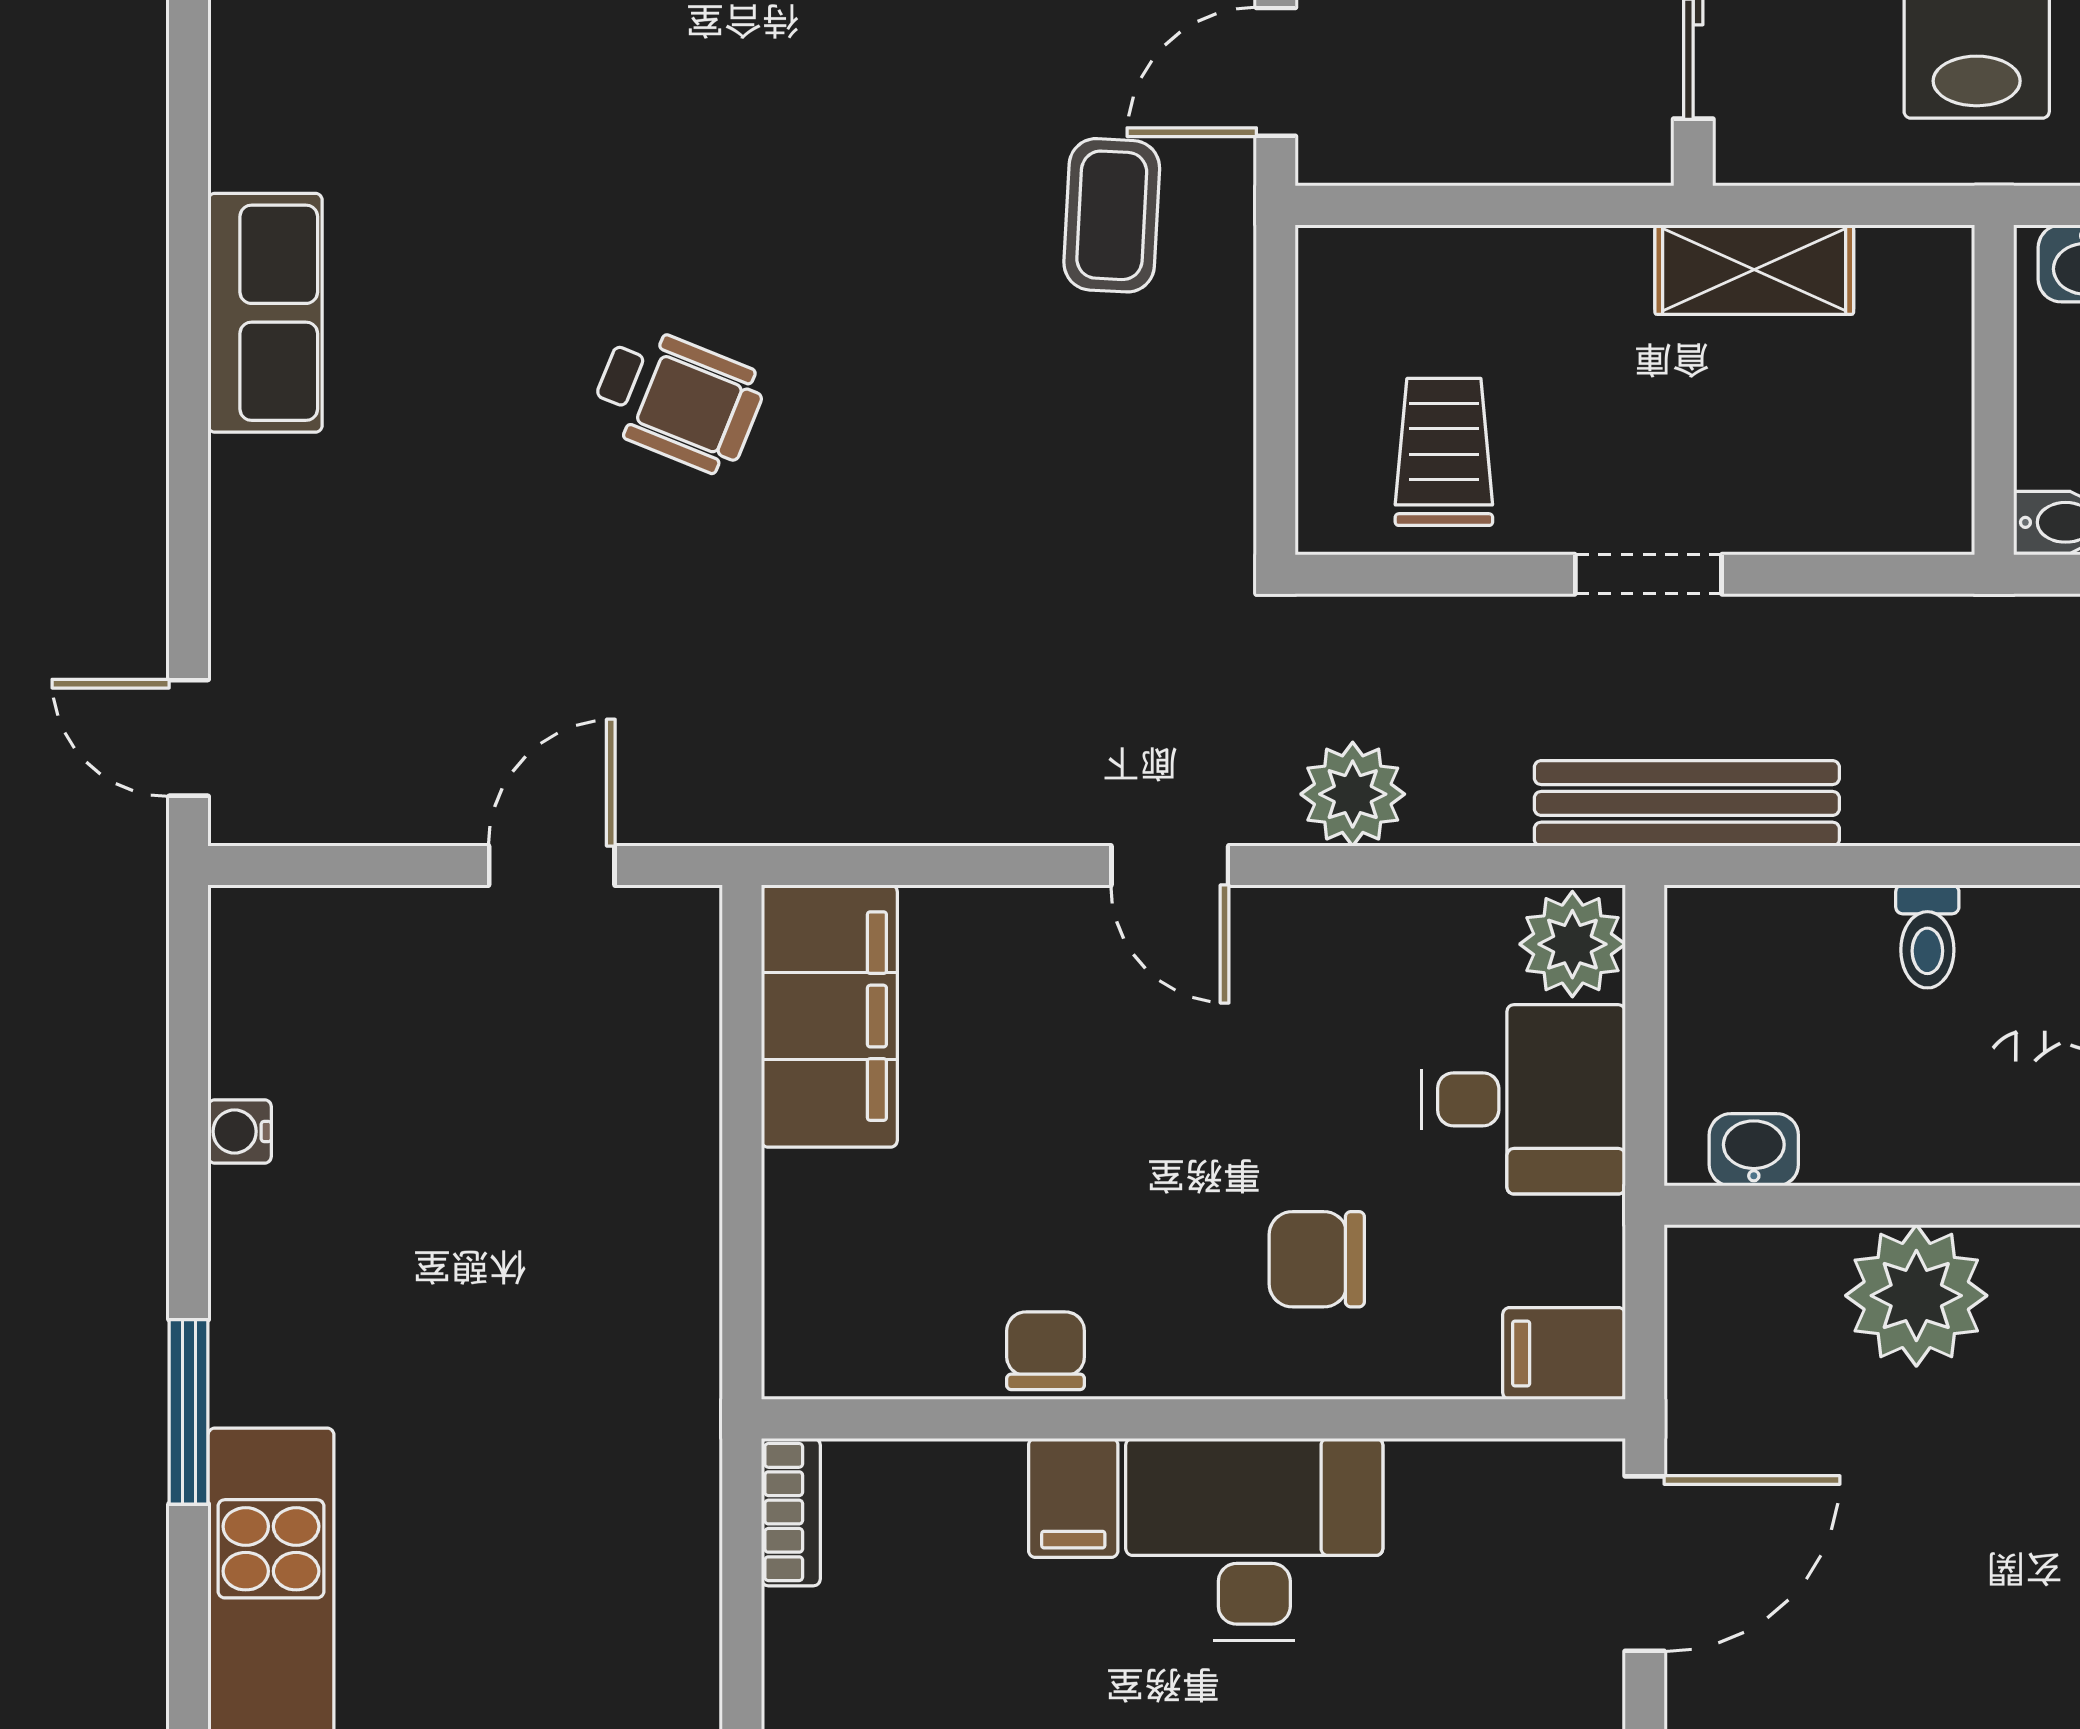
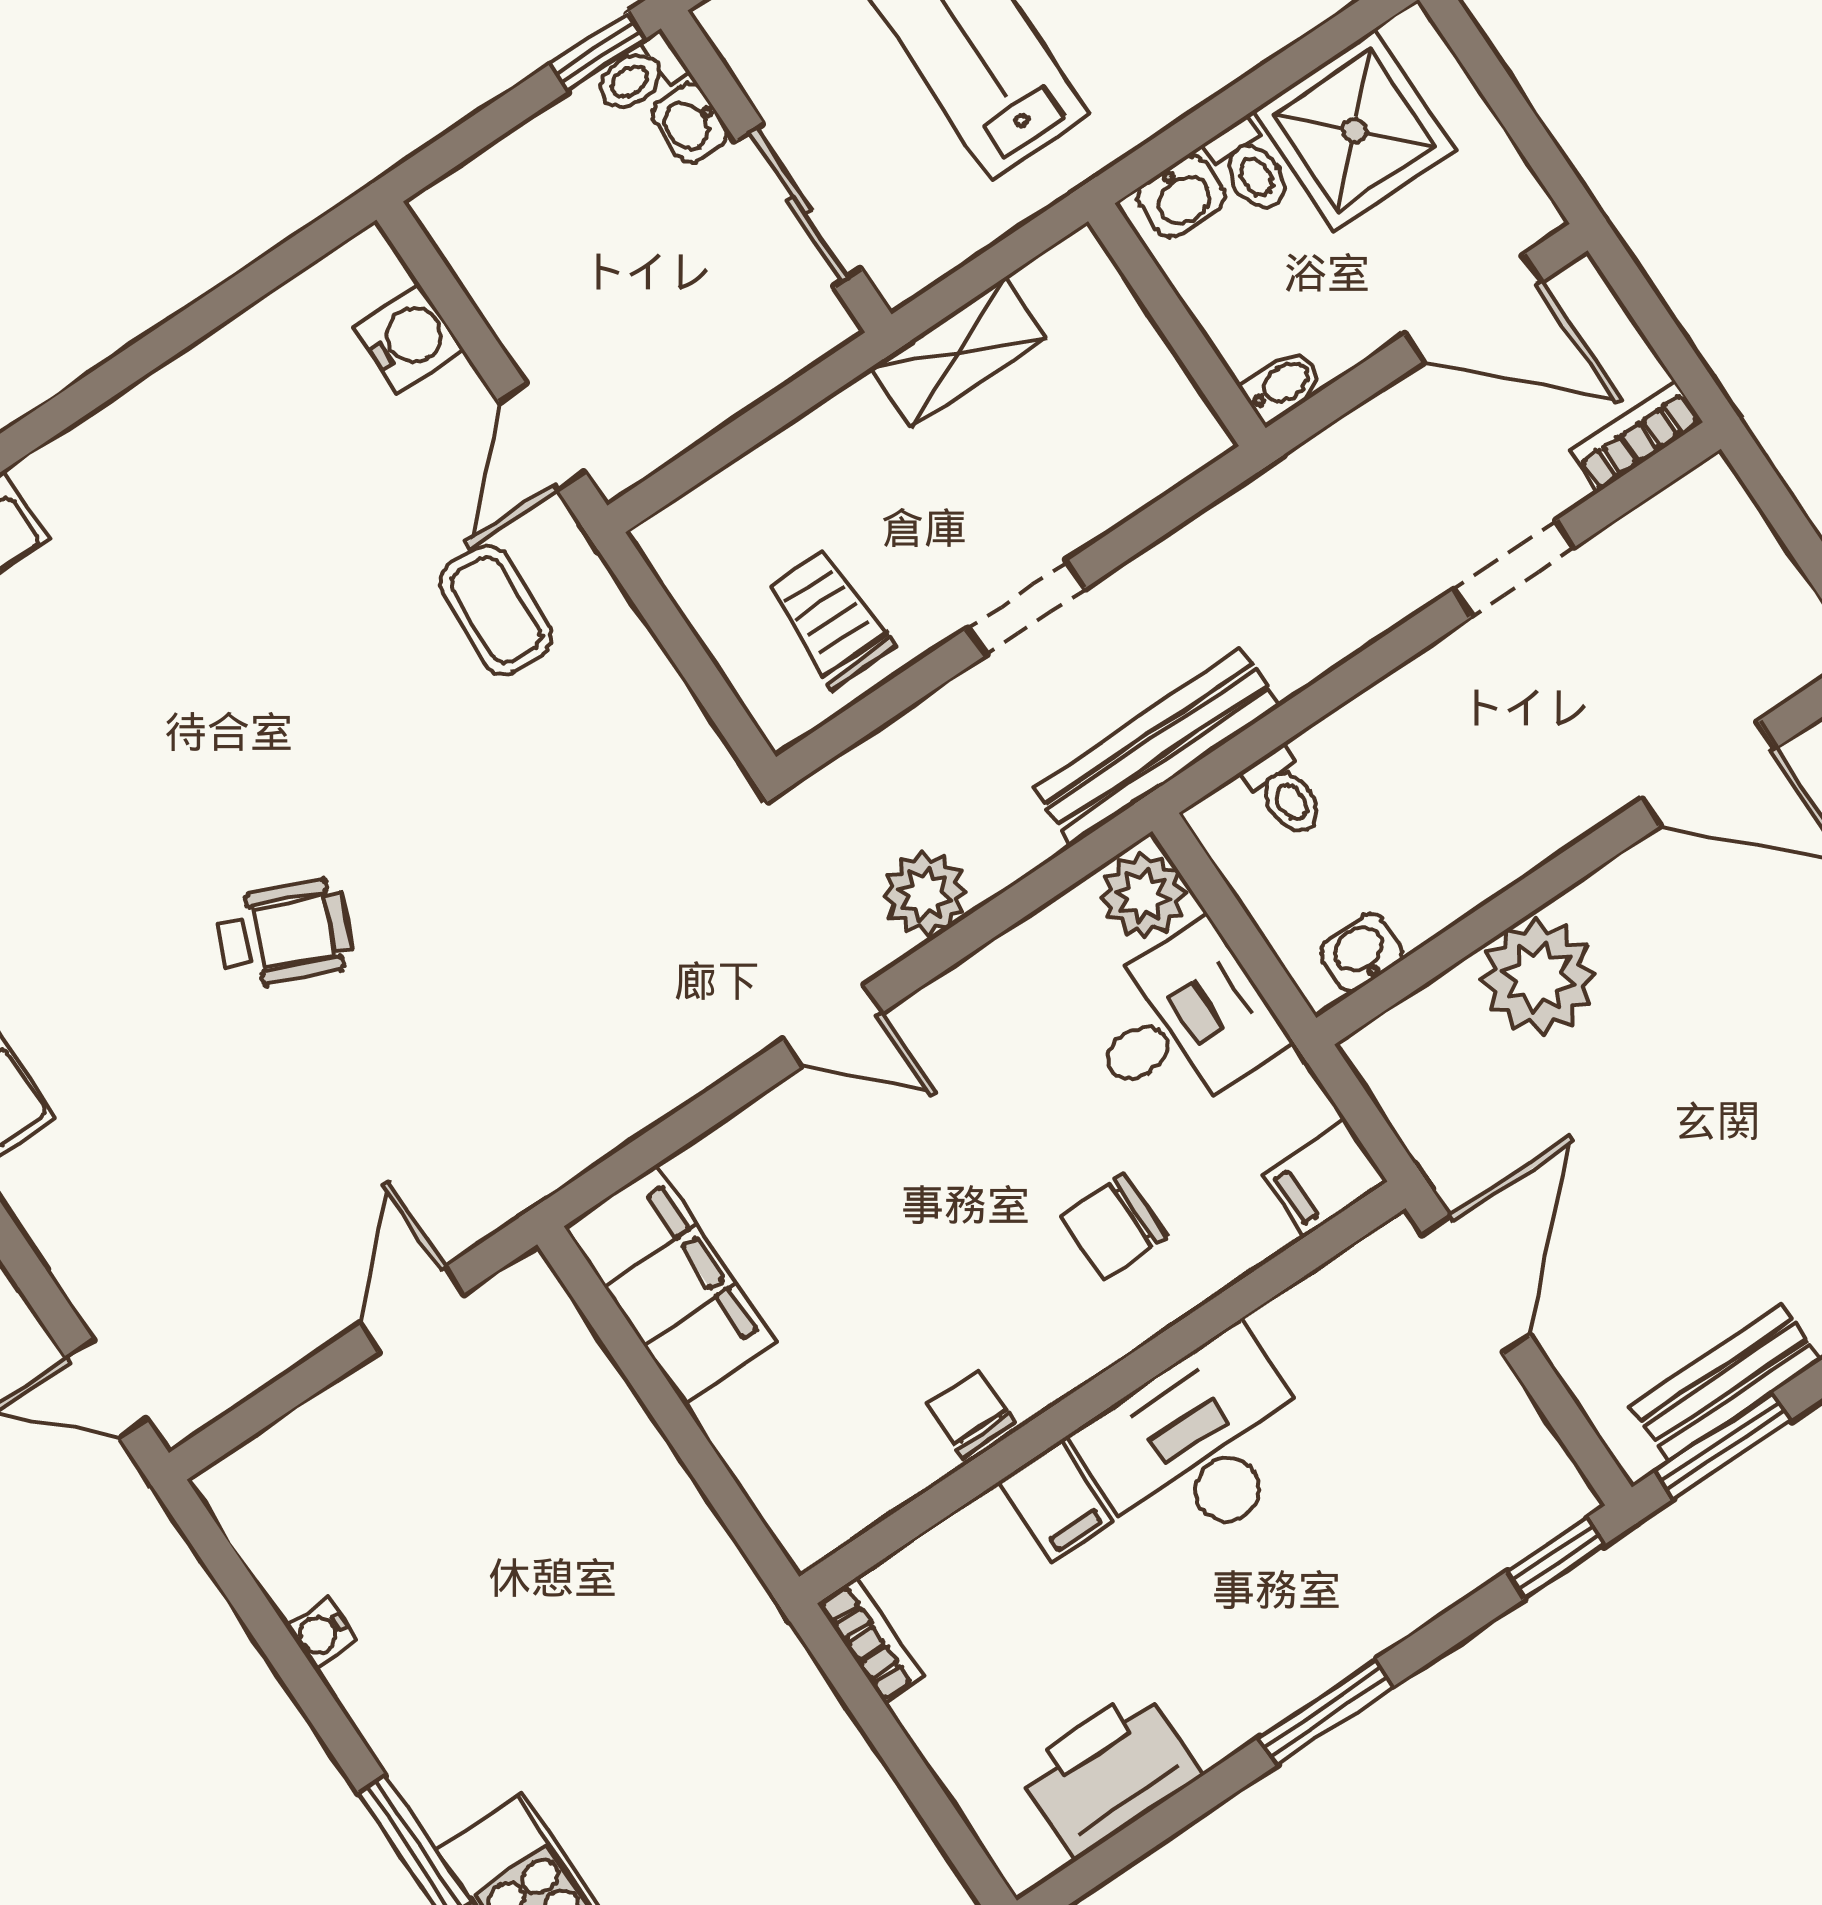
toilet: (1927, 936) -> (1285, 793), moved

